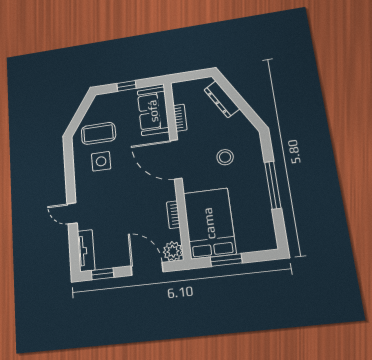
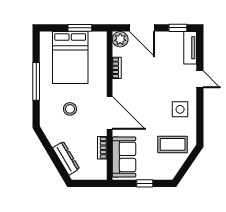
side table: (101, 161) -> (180, 109), moved
bed: (209, 223) -> (70, 58), moved

